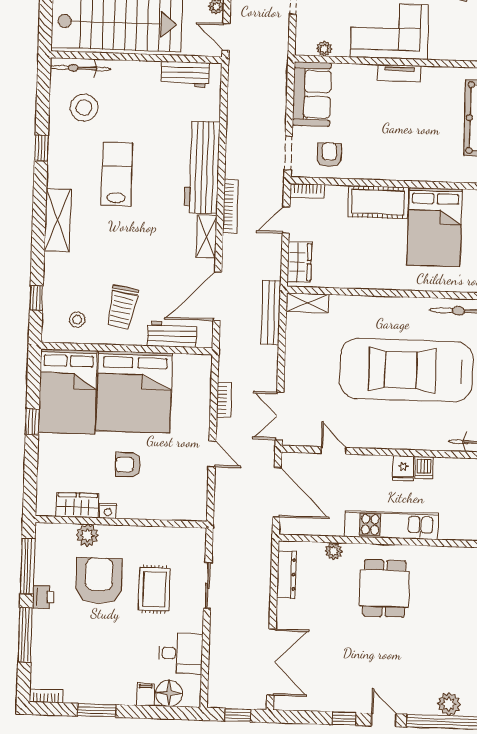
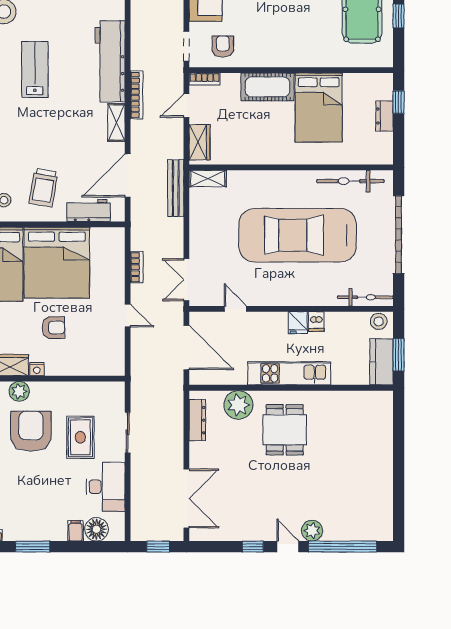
armchair: (128, 465) -> (53, 328), turned 180
plant: (334, 551) -> (238, 405), width x1.88, depth x1.88
desk: (181, 653) -> (106, 487), width x1.37
plant: (449, 704) -> (312, 531), moved

